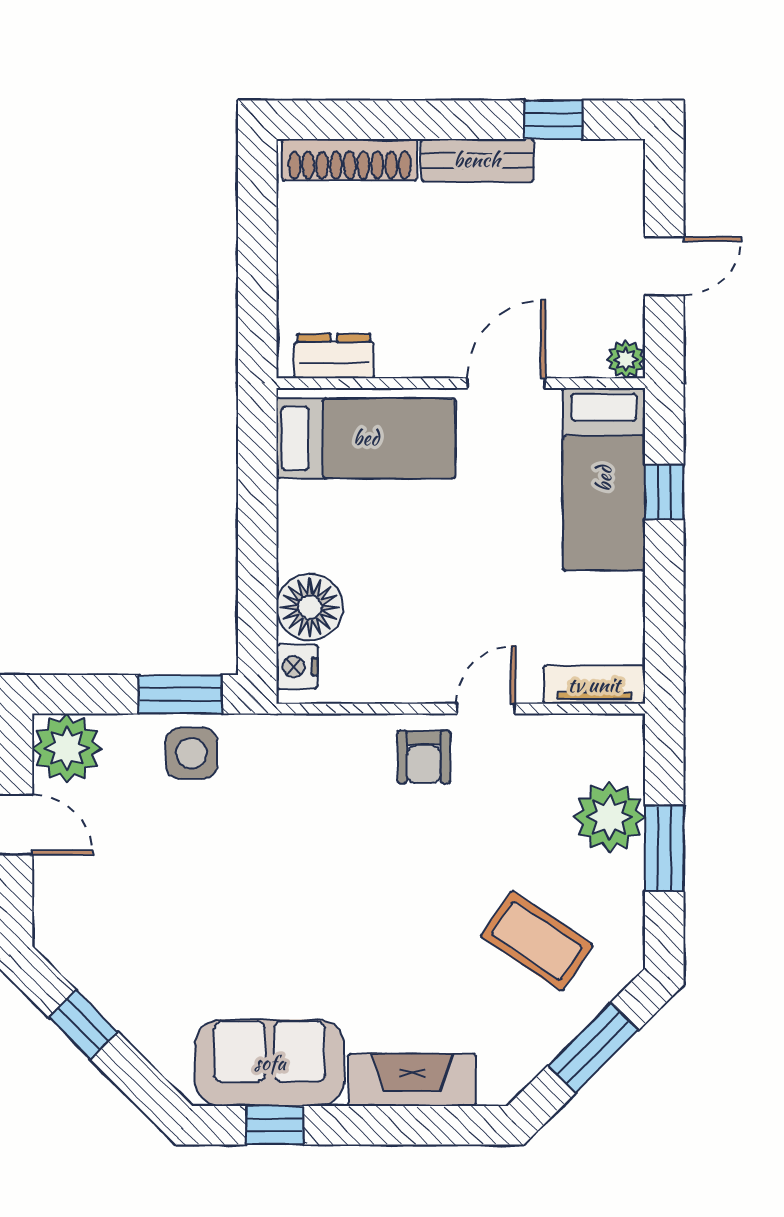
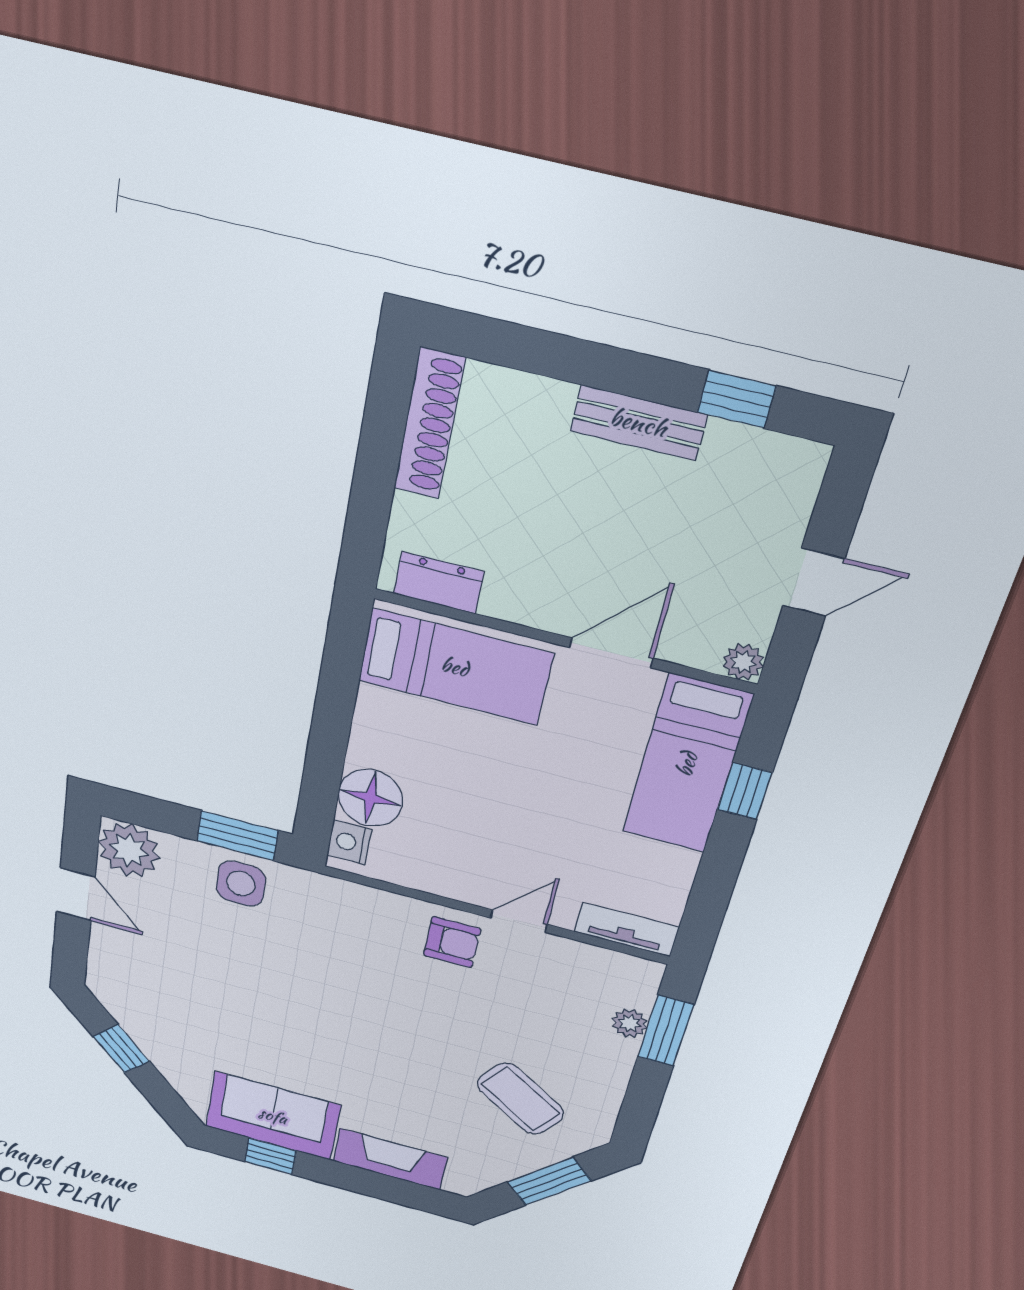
shoe rack: (350, 160) -> (429, 424), moved, turned -90
armchair: (424, 757) -> (452, 942), turned -90
plant: (609, 817) -> (630, 1023), width x0.53, depth x0.53
window: (664, 848) -> (666, 1031), moved

